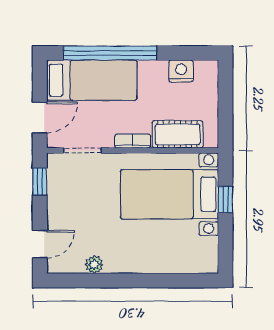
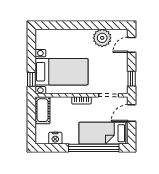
cot: (178, 134) -> (43, 110), moved, turned 90
window: (225, 200) -> (31, 79), moved
plant: (94, 265) -> (102, 38), width x1.88, depth x1.88

